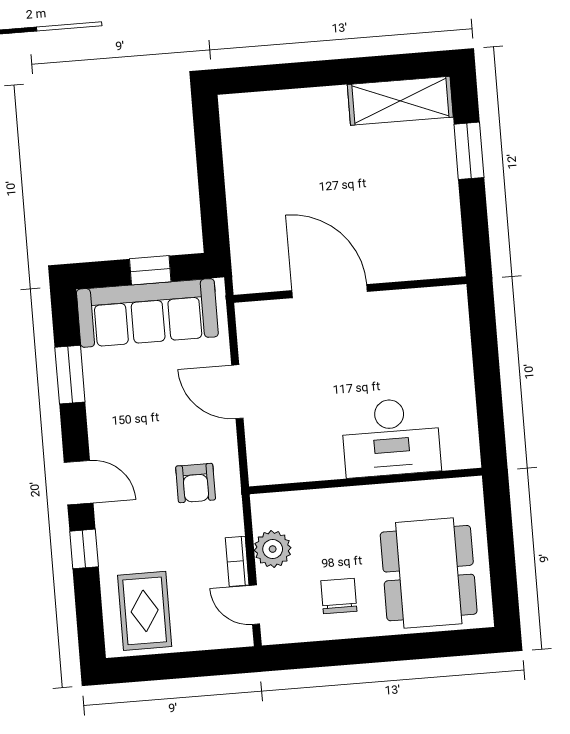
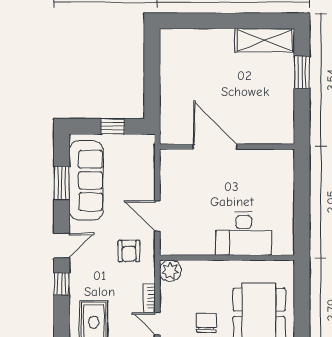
sofa: (147, 313) -> (86, 181), moved, turned -90
door: (237, 392) -> (157, 216), moved
door: (79, 483) -> (62, 245), hinge flipped
plant: (273, 549) -> (170, 271), moved

